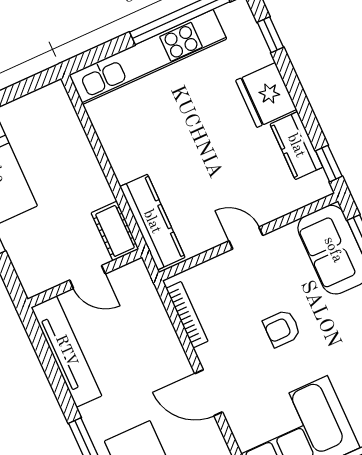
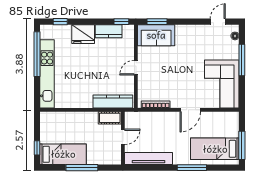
armchair: (282, 328) -> (178, 70), removed

